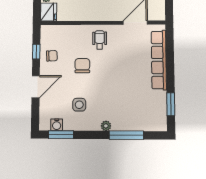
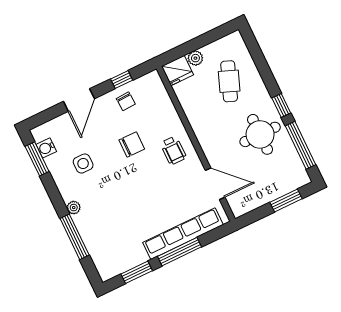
wheelchair: (100, 40) -> (173, 150), turned 90
window: (170, 68) -> (180, 252), added
door: (36, 87) -> (79, 100), hinge flipped

